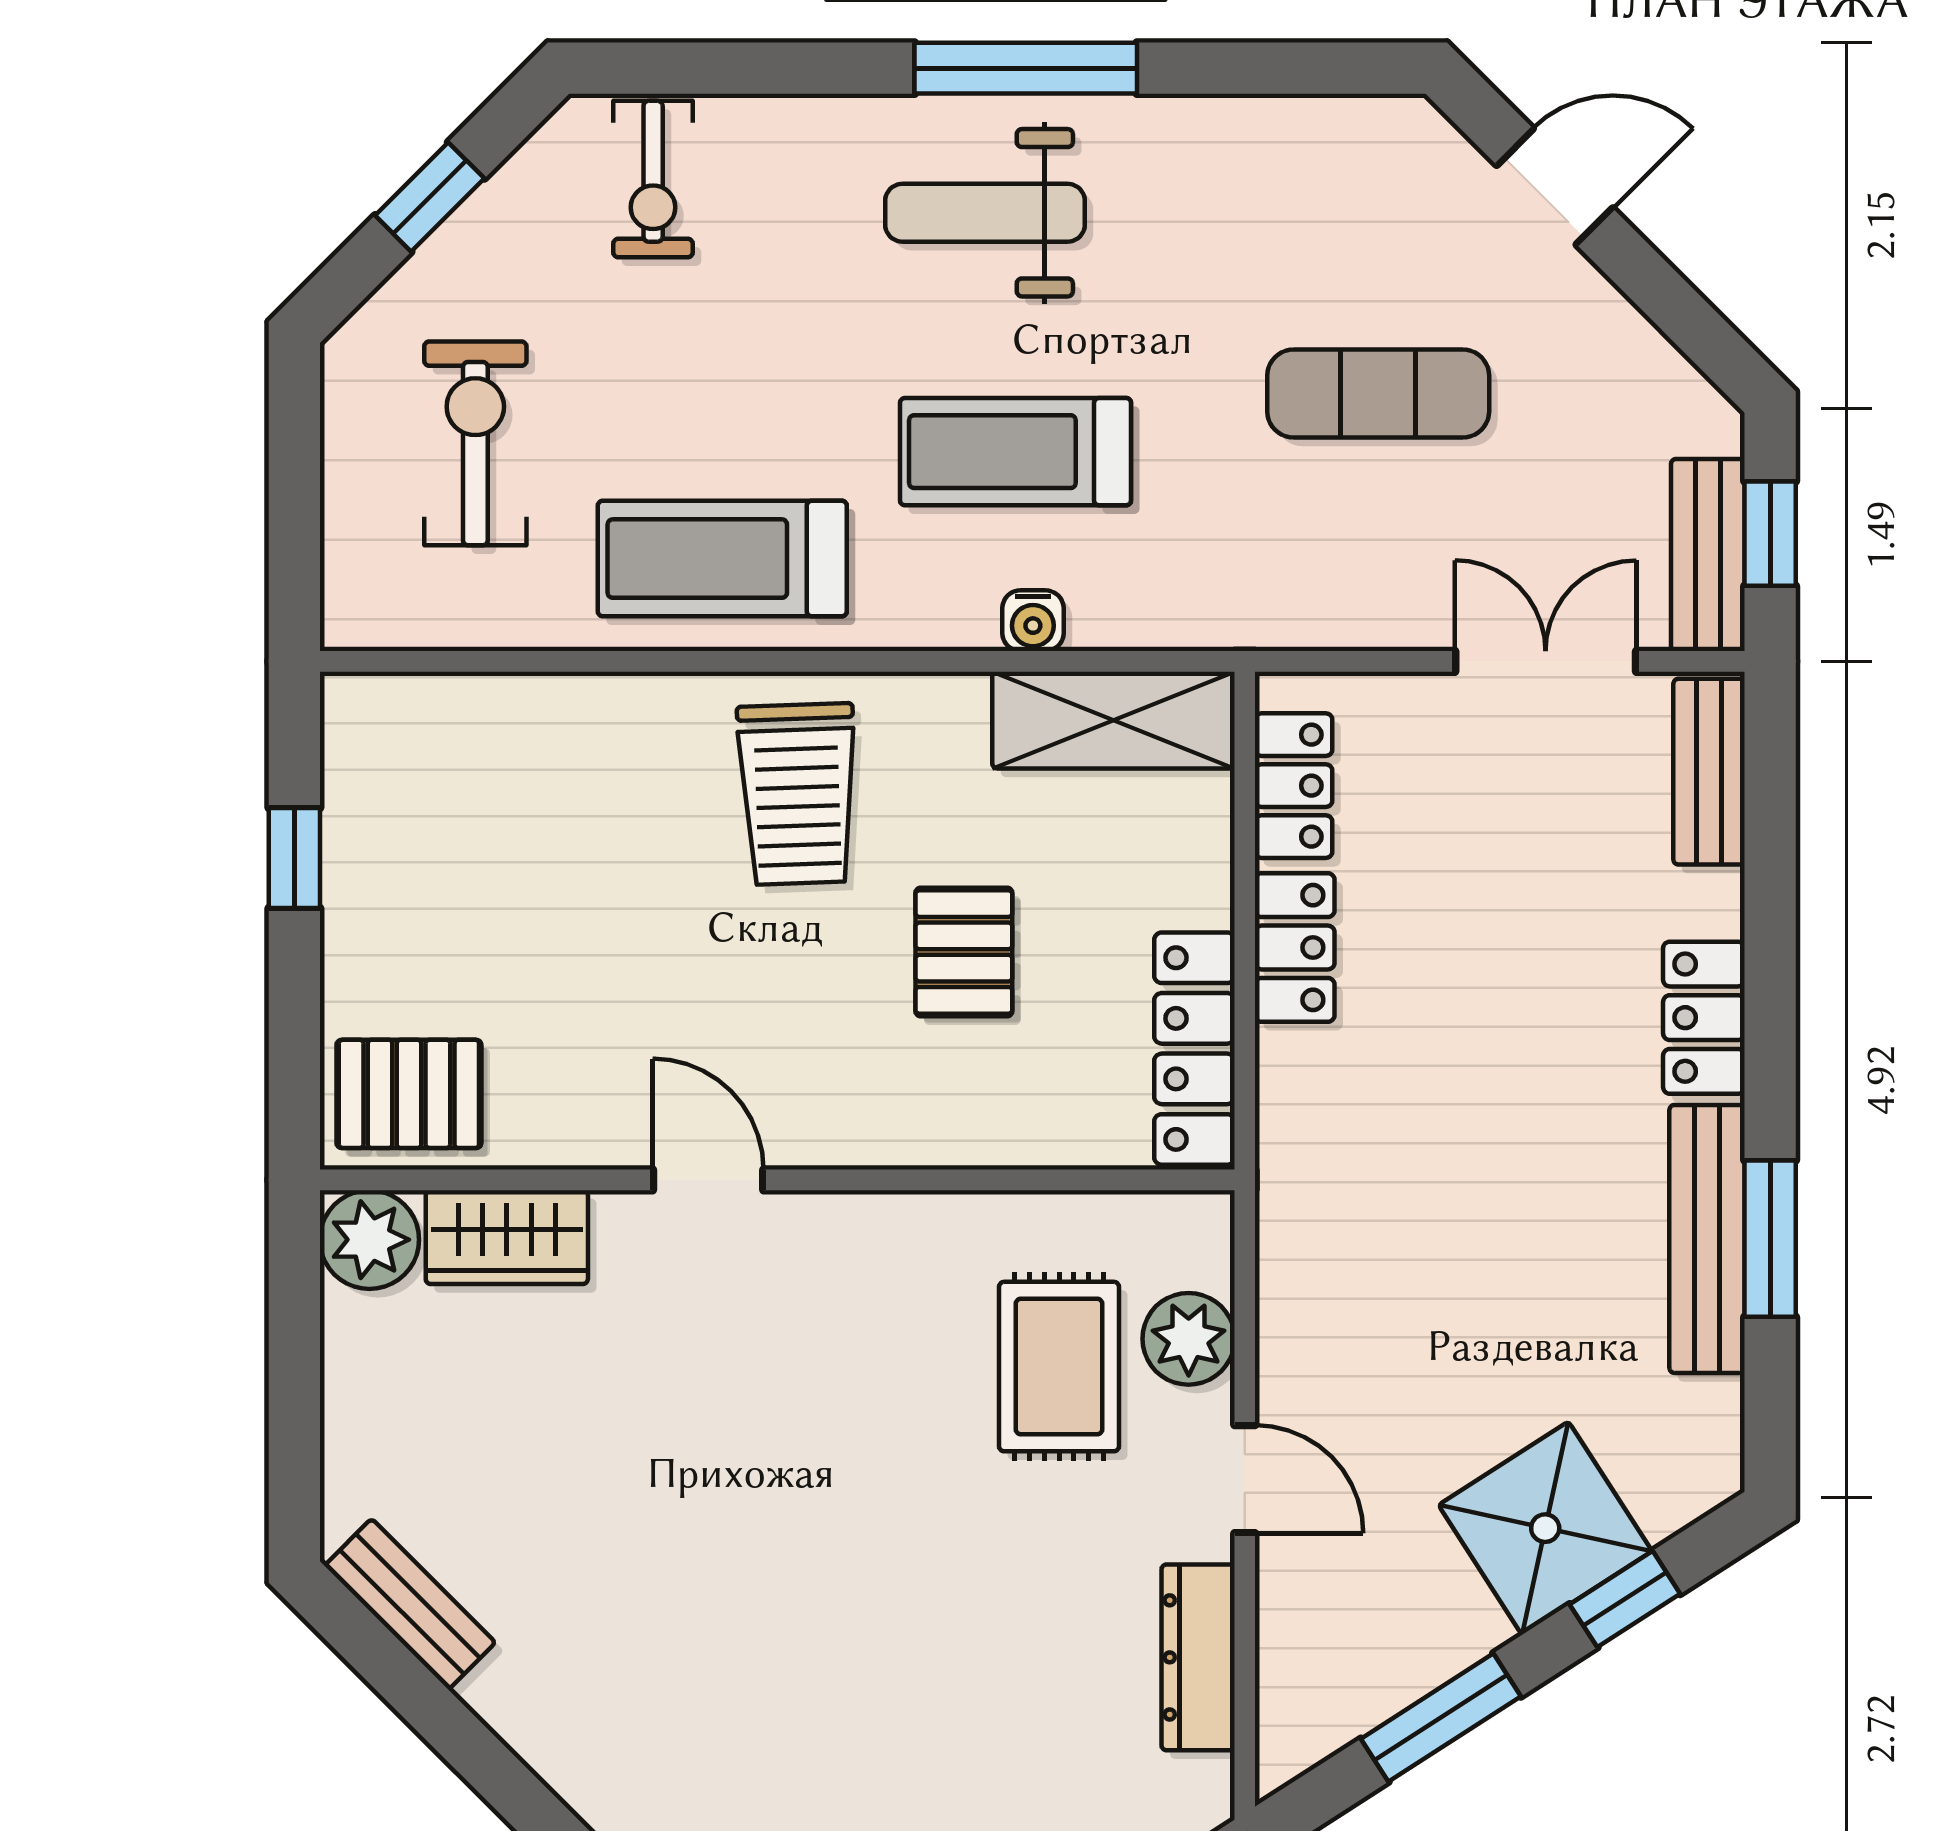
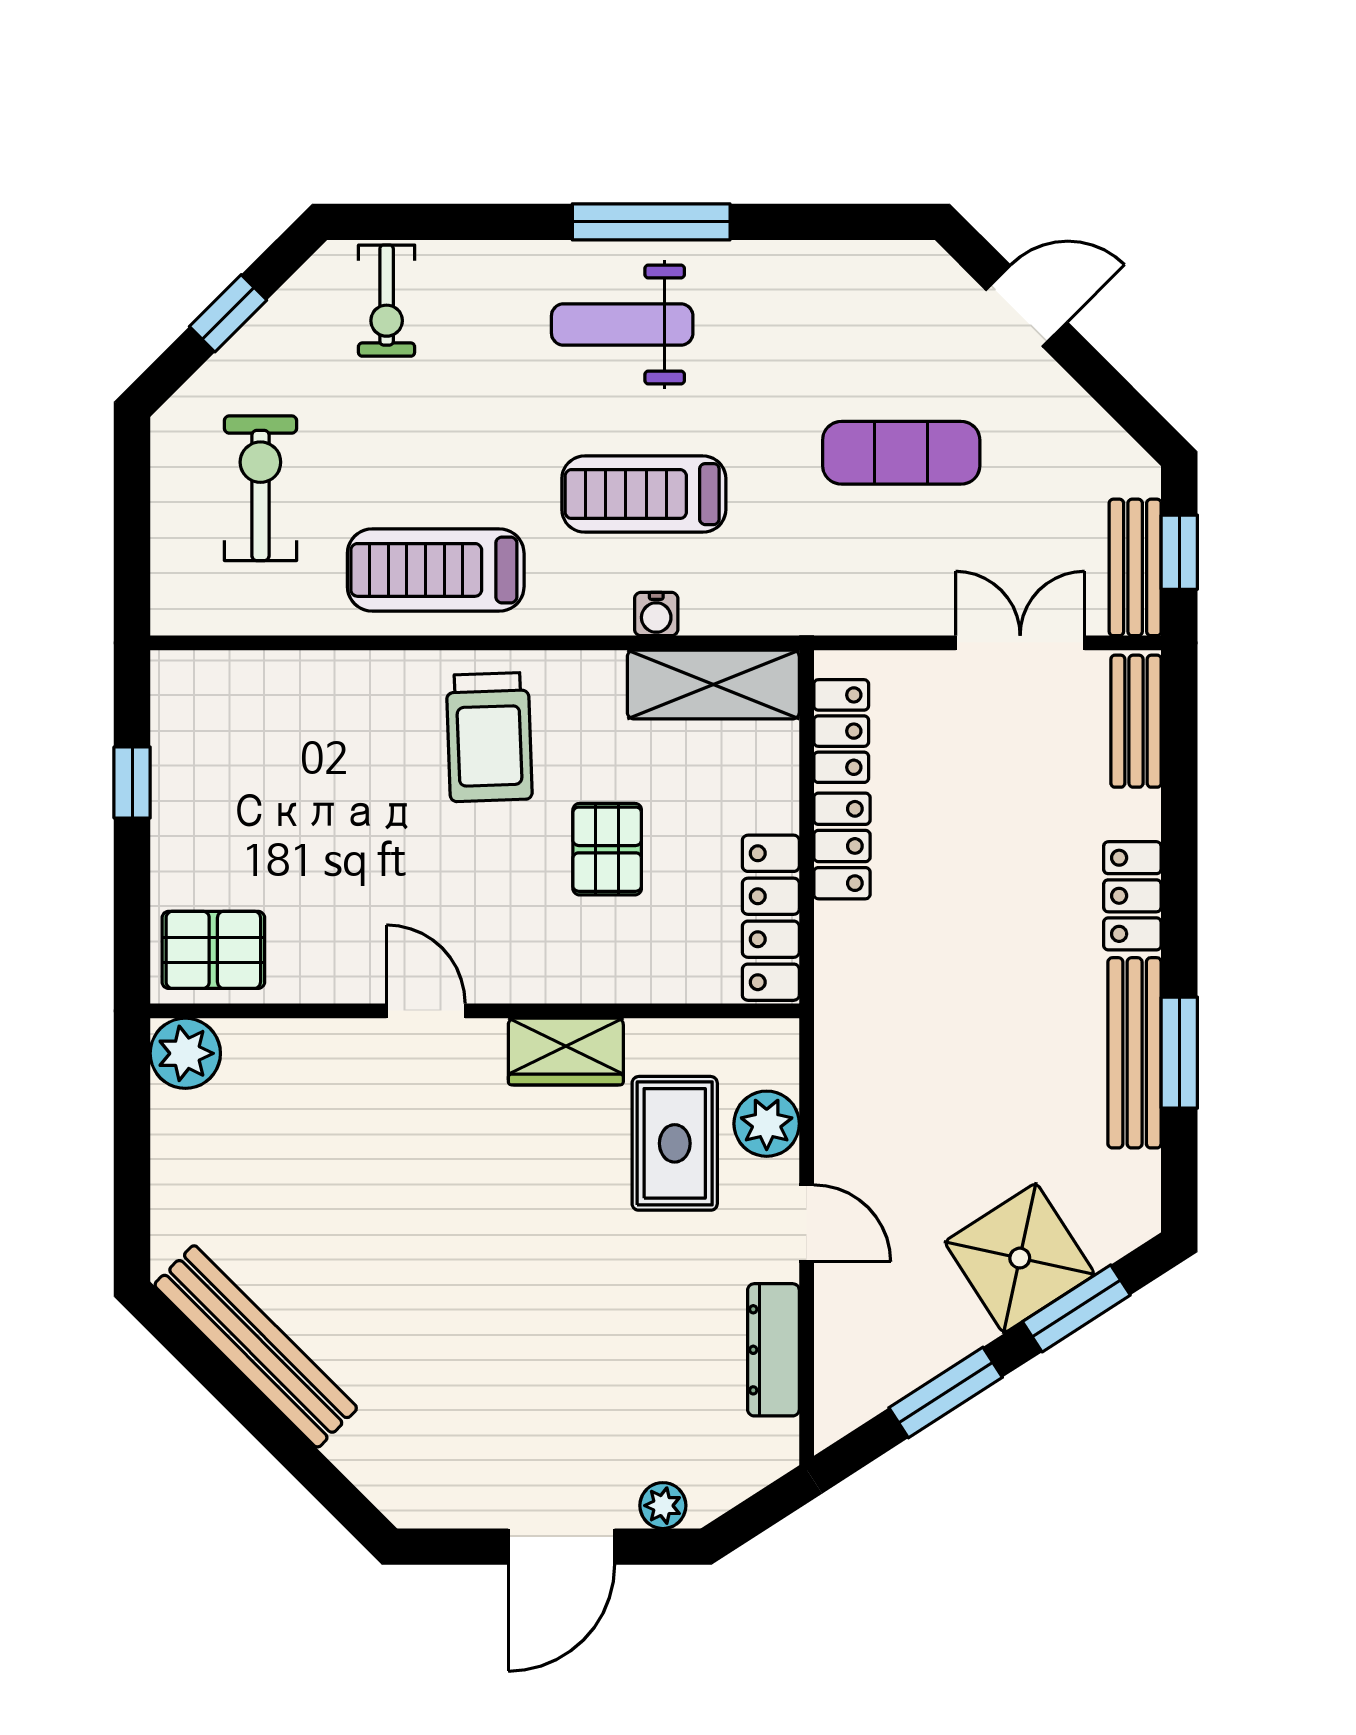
wardrobe: (507, 1237) -> (566, 1052), moved
window: (1625, 1599) -> (1076, 1308), width x1.50
bench: (410, 1604) -> (256, 1346), width x1.86, depth x1.21

